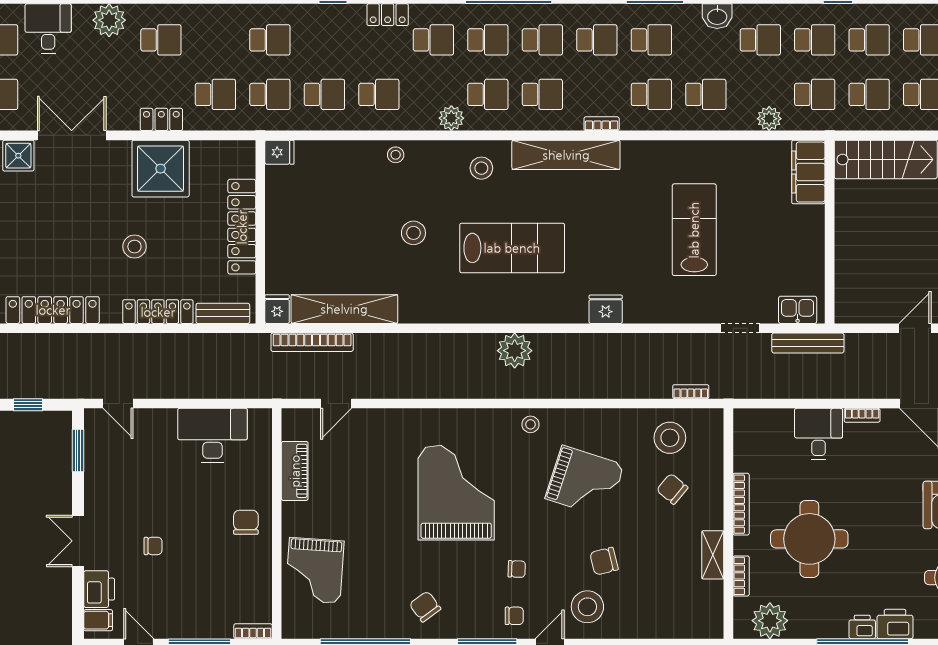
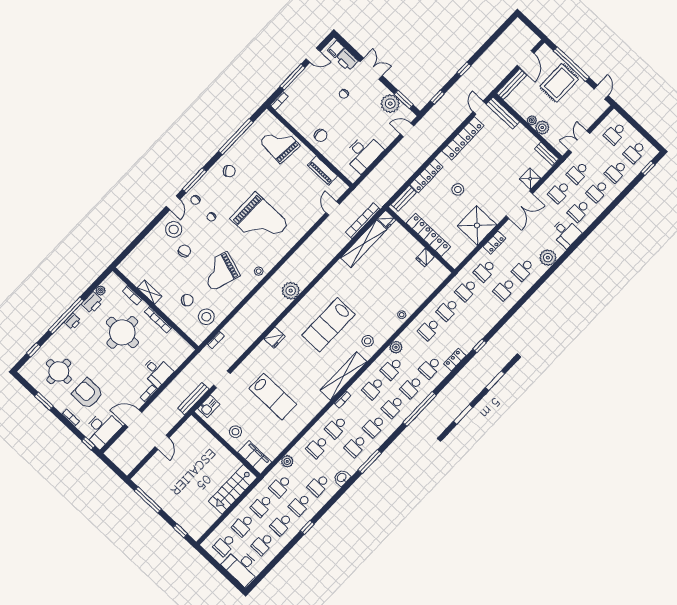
school desk: (270, 40) -> (505, 289), moved
fridge: (279, 152) -> (425, 258), moved
stool: (413, 233) -> (235, 432), moved
plant: (103, 465) -> (390, 104), added
plant: (770, 621) -> (100, 290), width x0.53, depth x0.53
printer: (895, 624) -> (92, 303), moved

